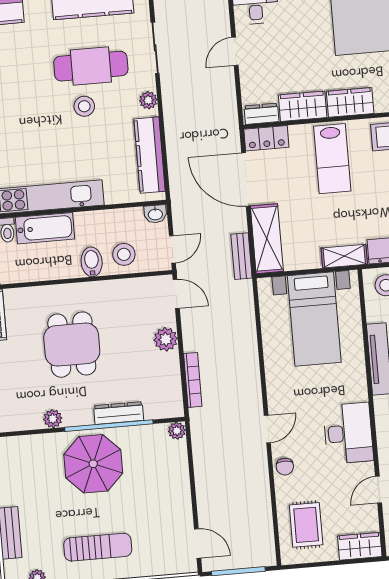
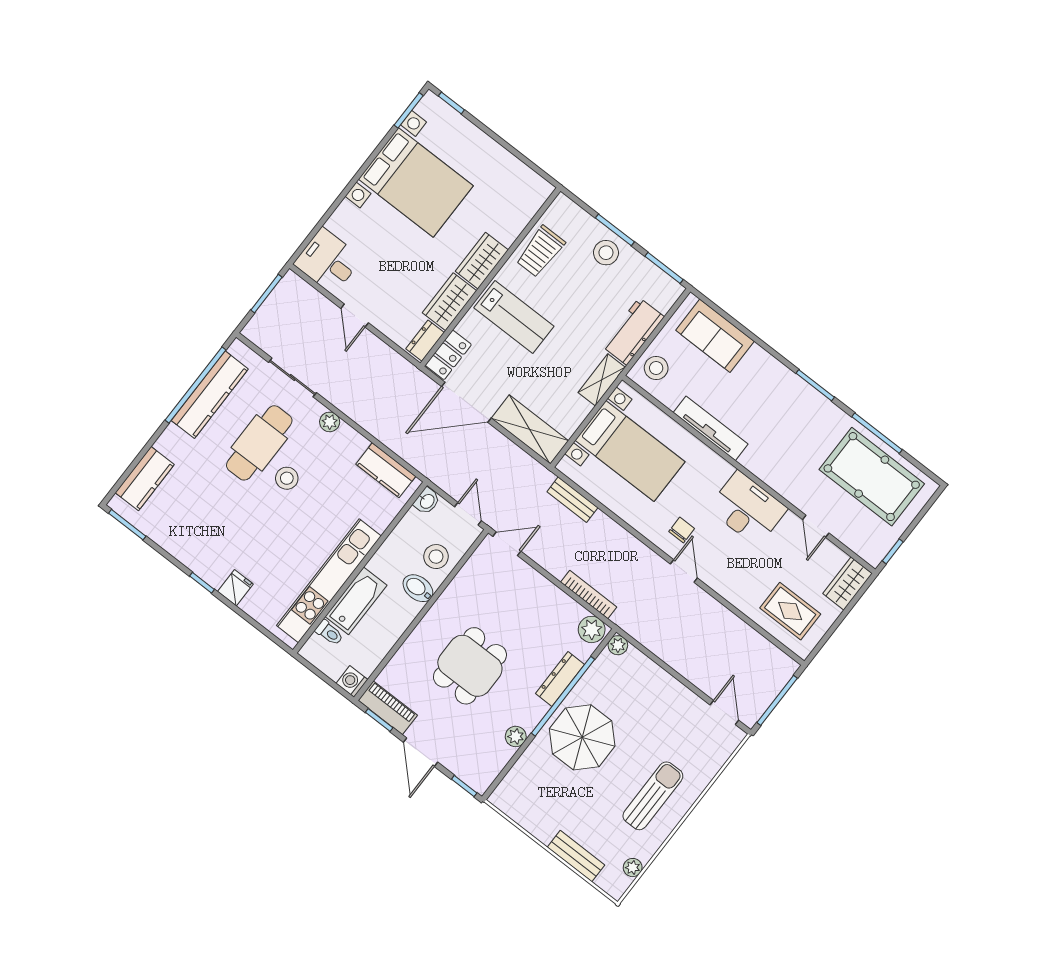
kitchen counter: (150, 155) -> (386, 470), width x0.67
bench: (241, 256) -> (572, 500), moved
plant: (166, 339) -> (592, 629), moved
dining table: (72, 345) -> (470, 666), turned 90
chair: (285, 467) -> (682, 530), moved, turned -90
door: (198, 543) -> (724, 713), hinge flipped

